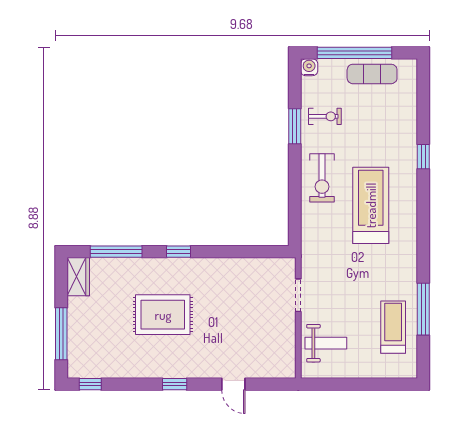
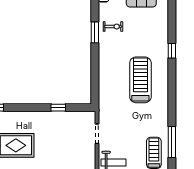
exercise bike: (322, 178) -> (111, 63), removed
window: (178, 252) -> (58, 108), moved

